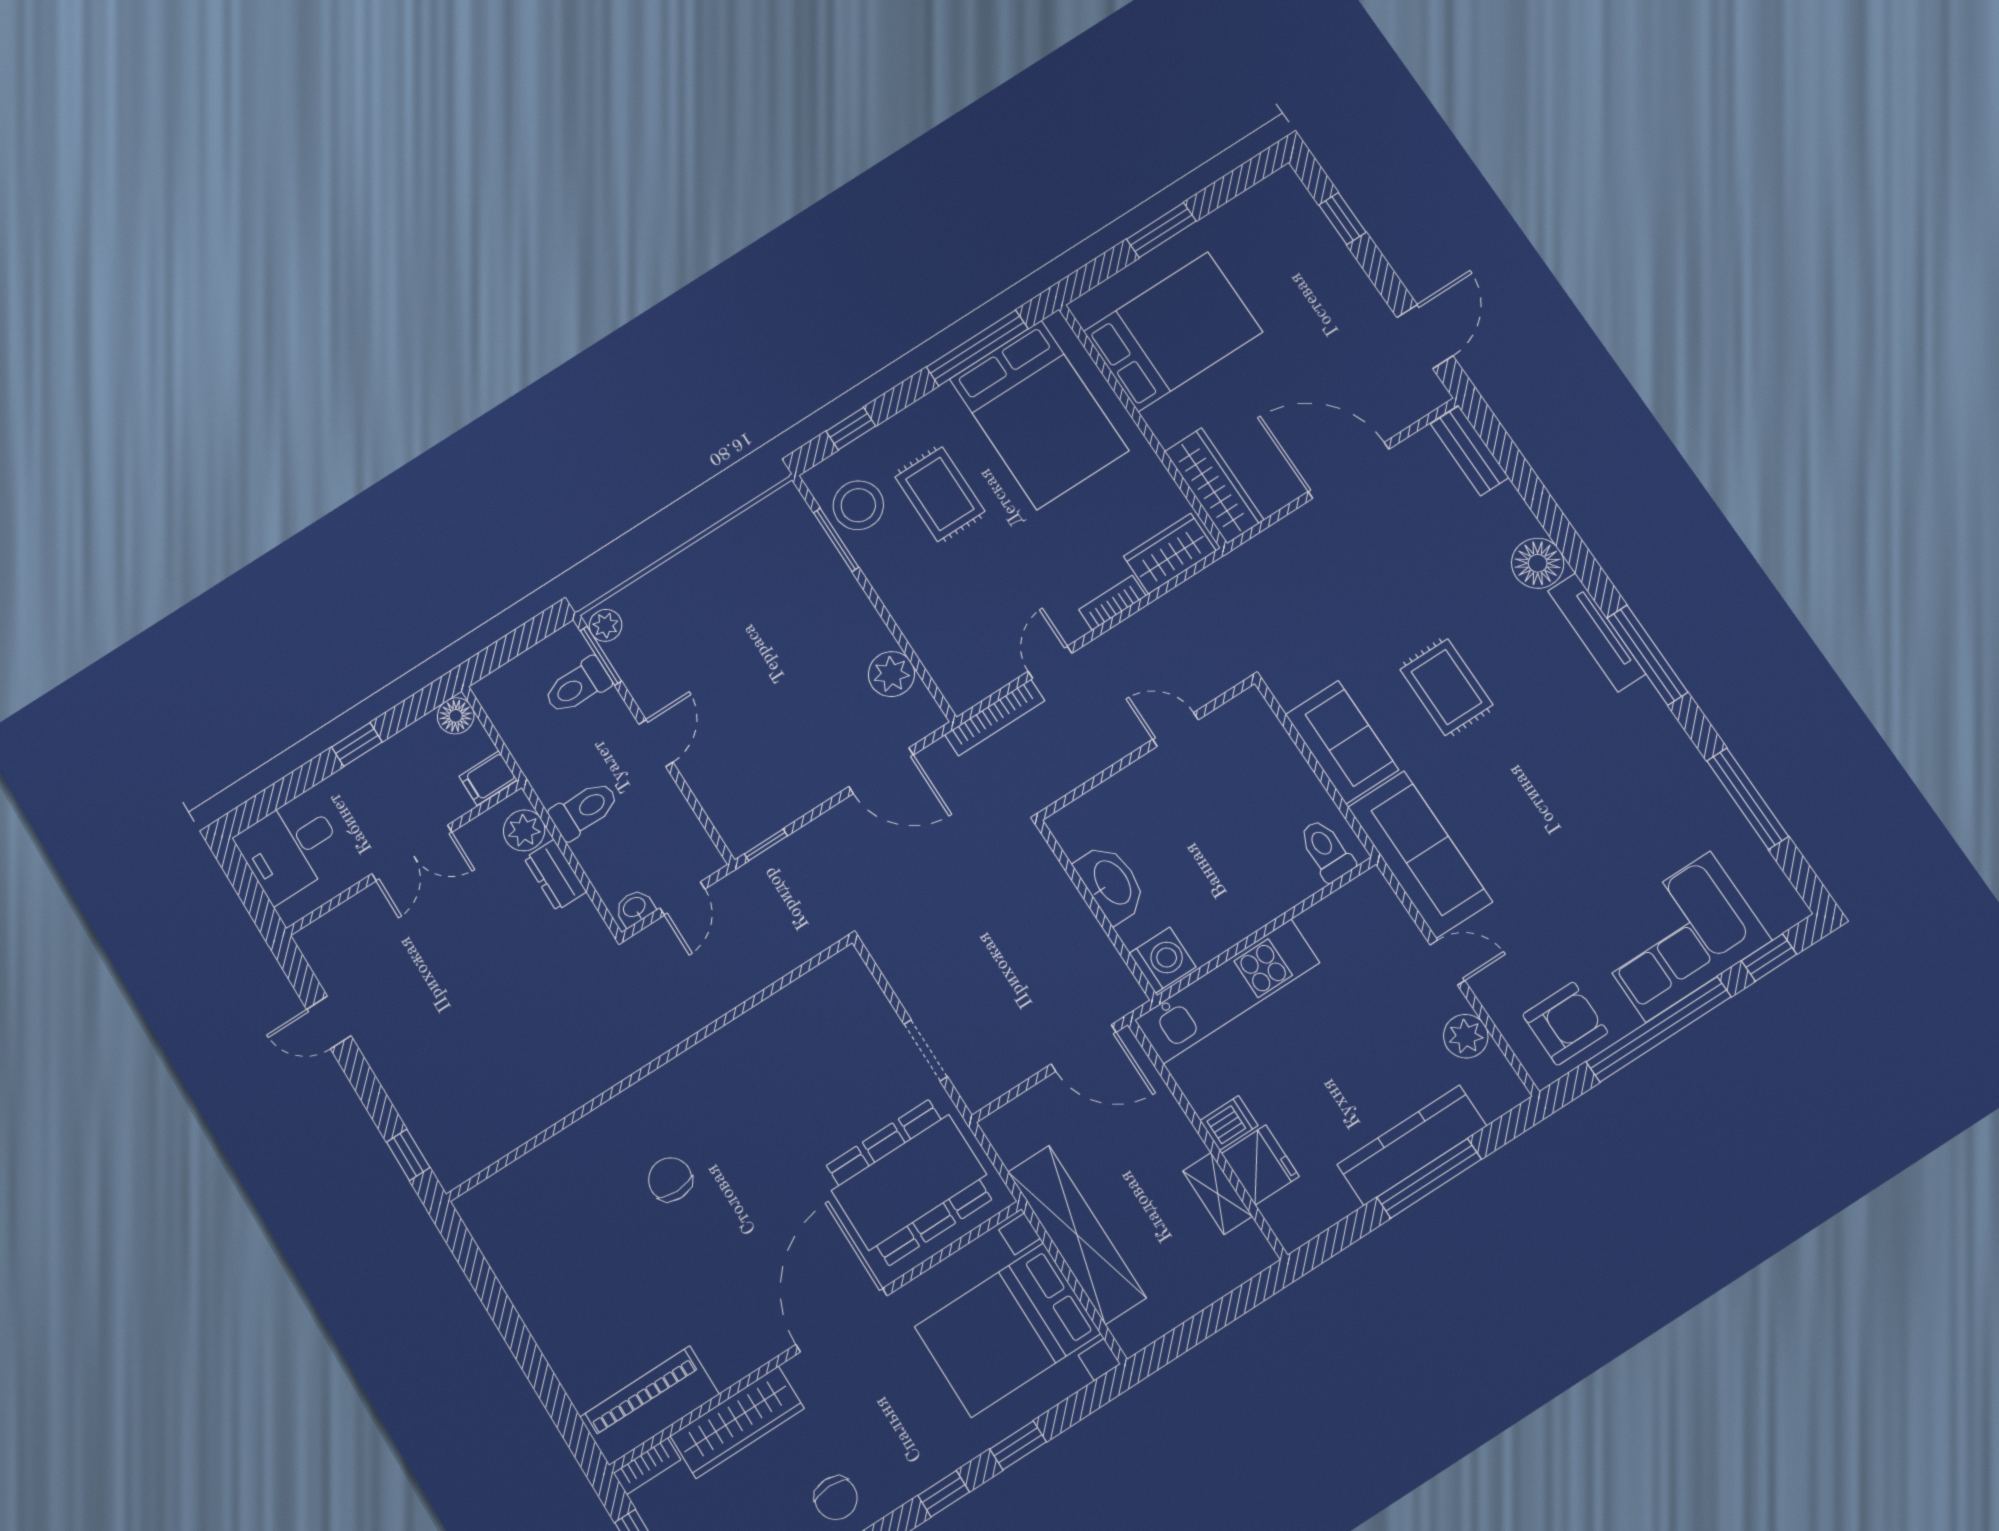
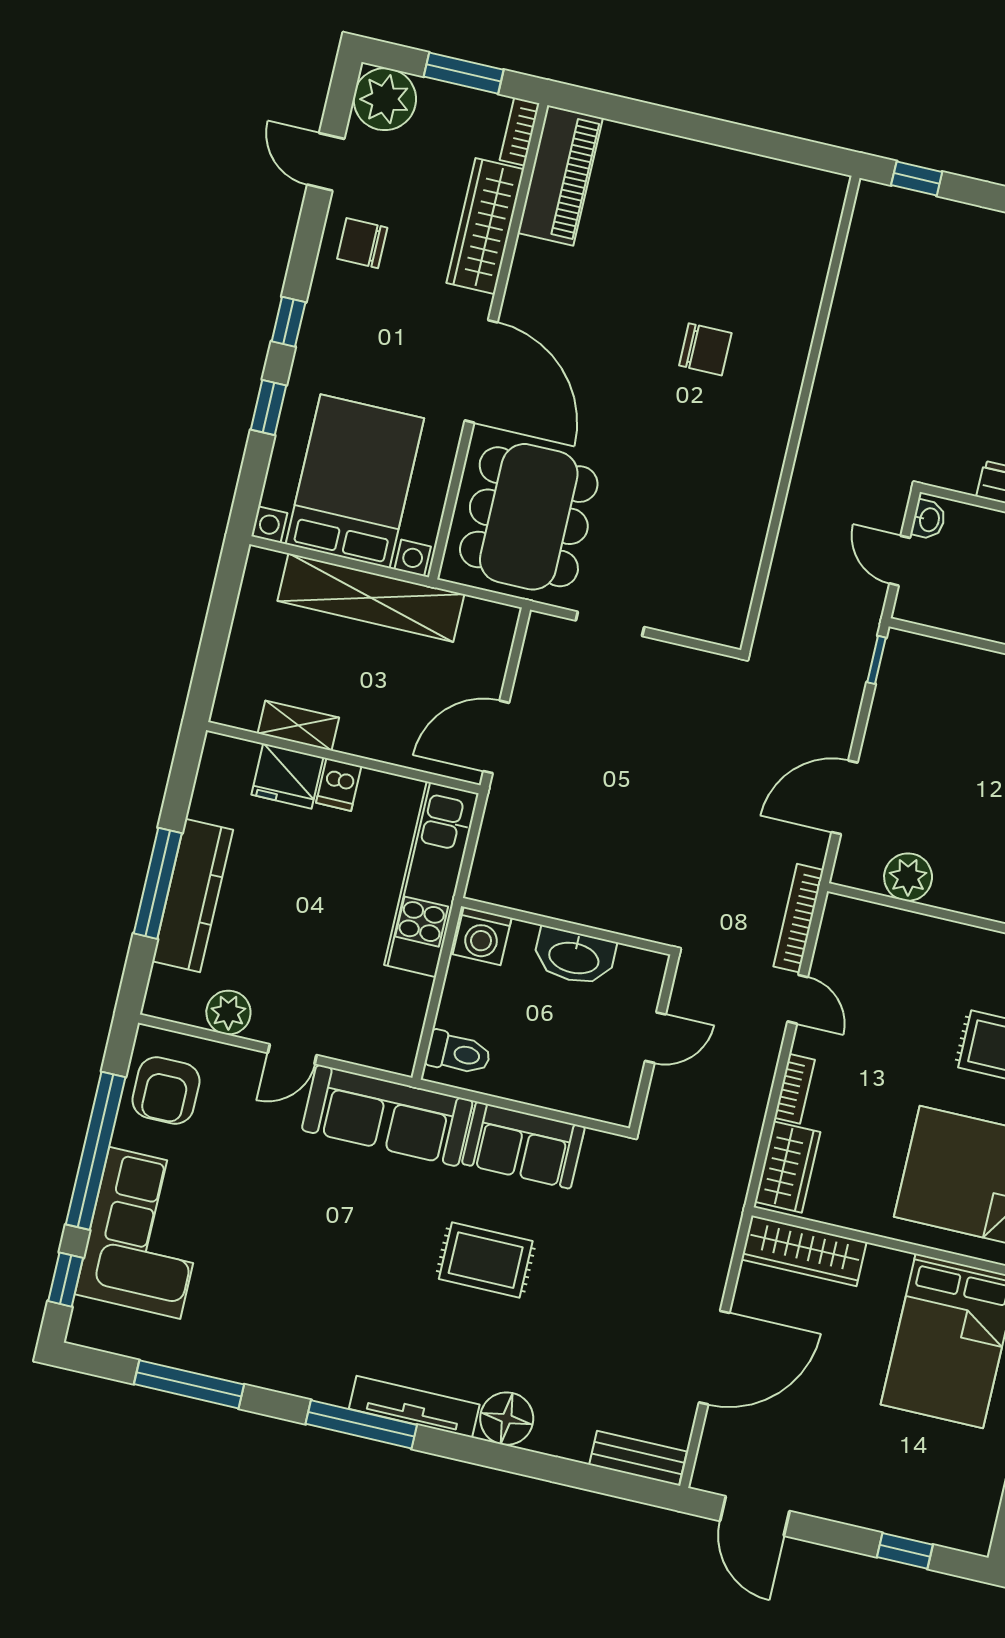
washbasin: (1111, 883) -> (574, 957), moved
wall: (1096, 910) -> (567, 926), moved
washing machine: (1163, 960) -> (482, 936), moved

